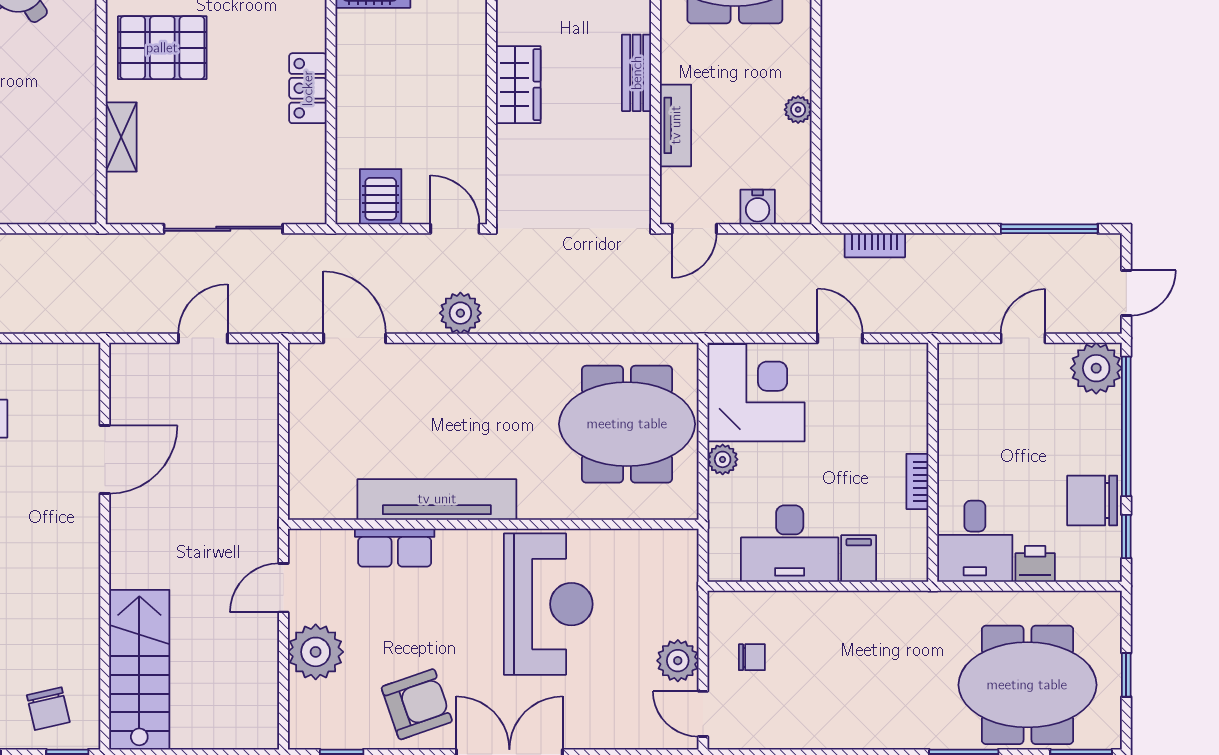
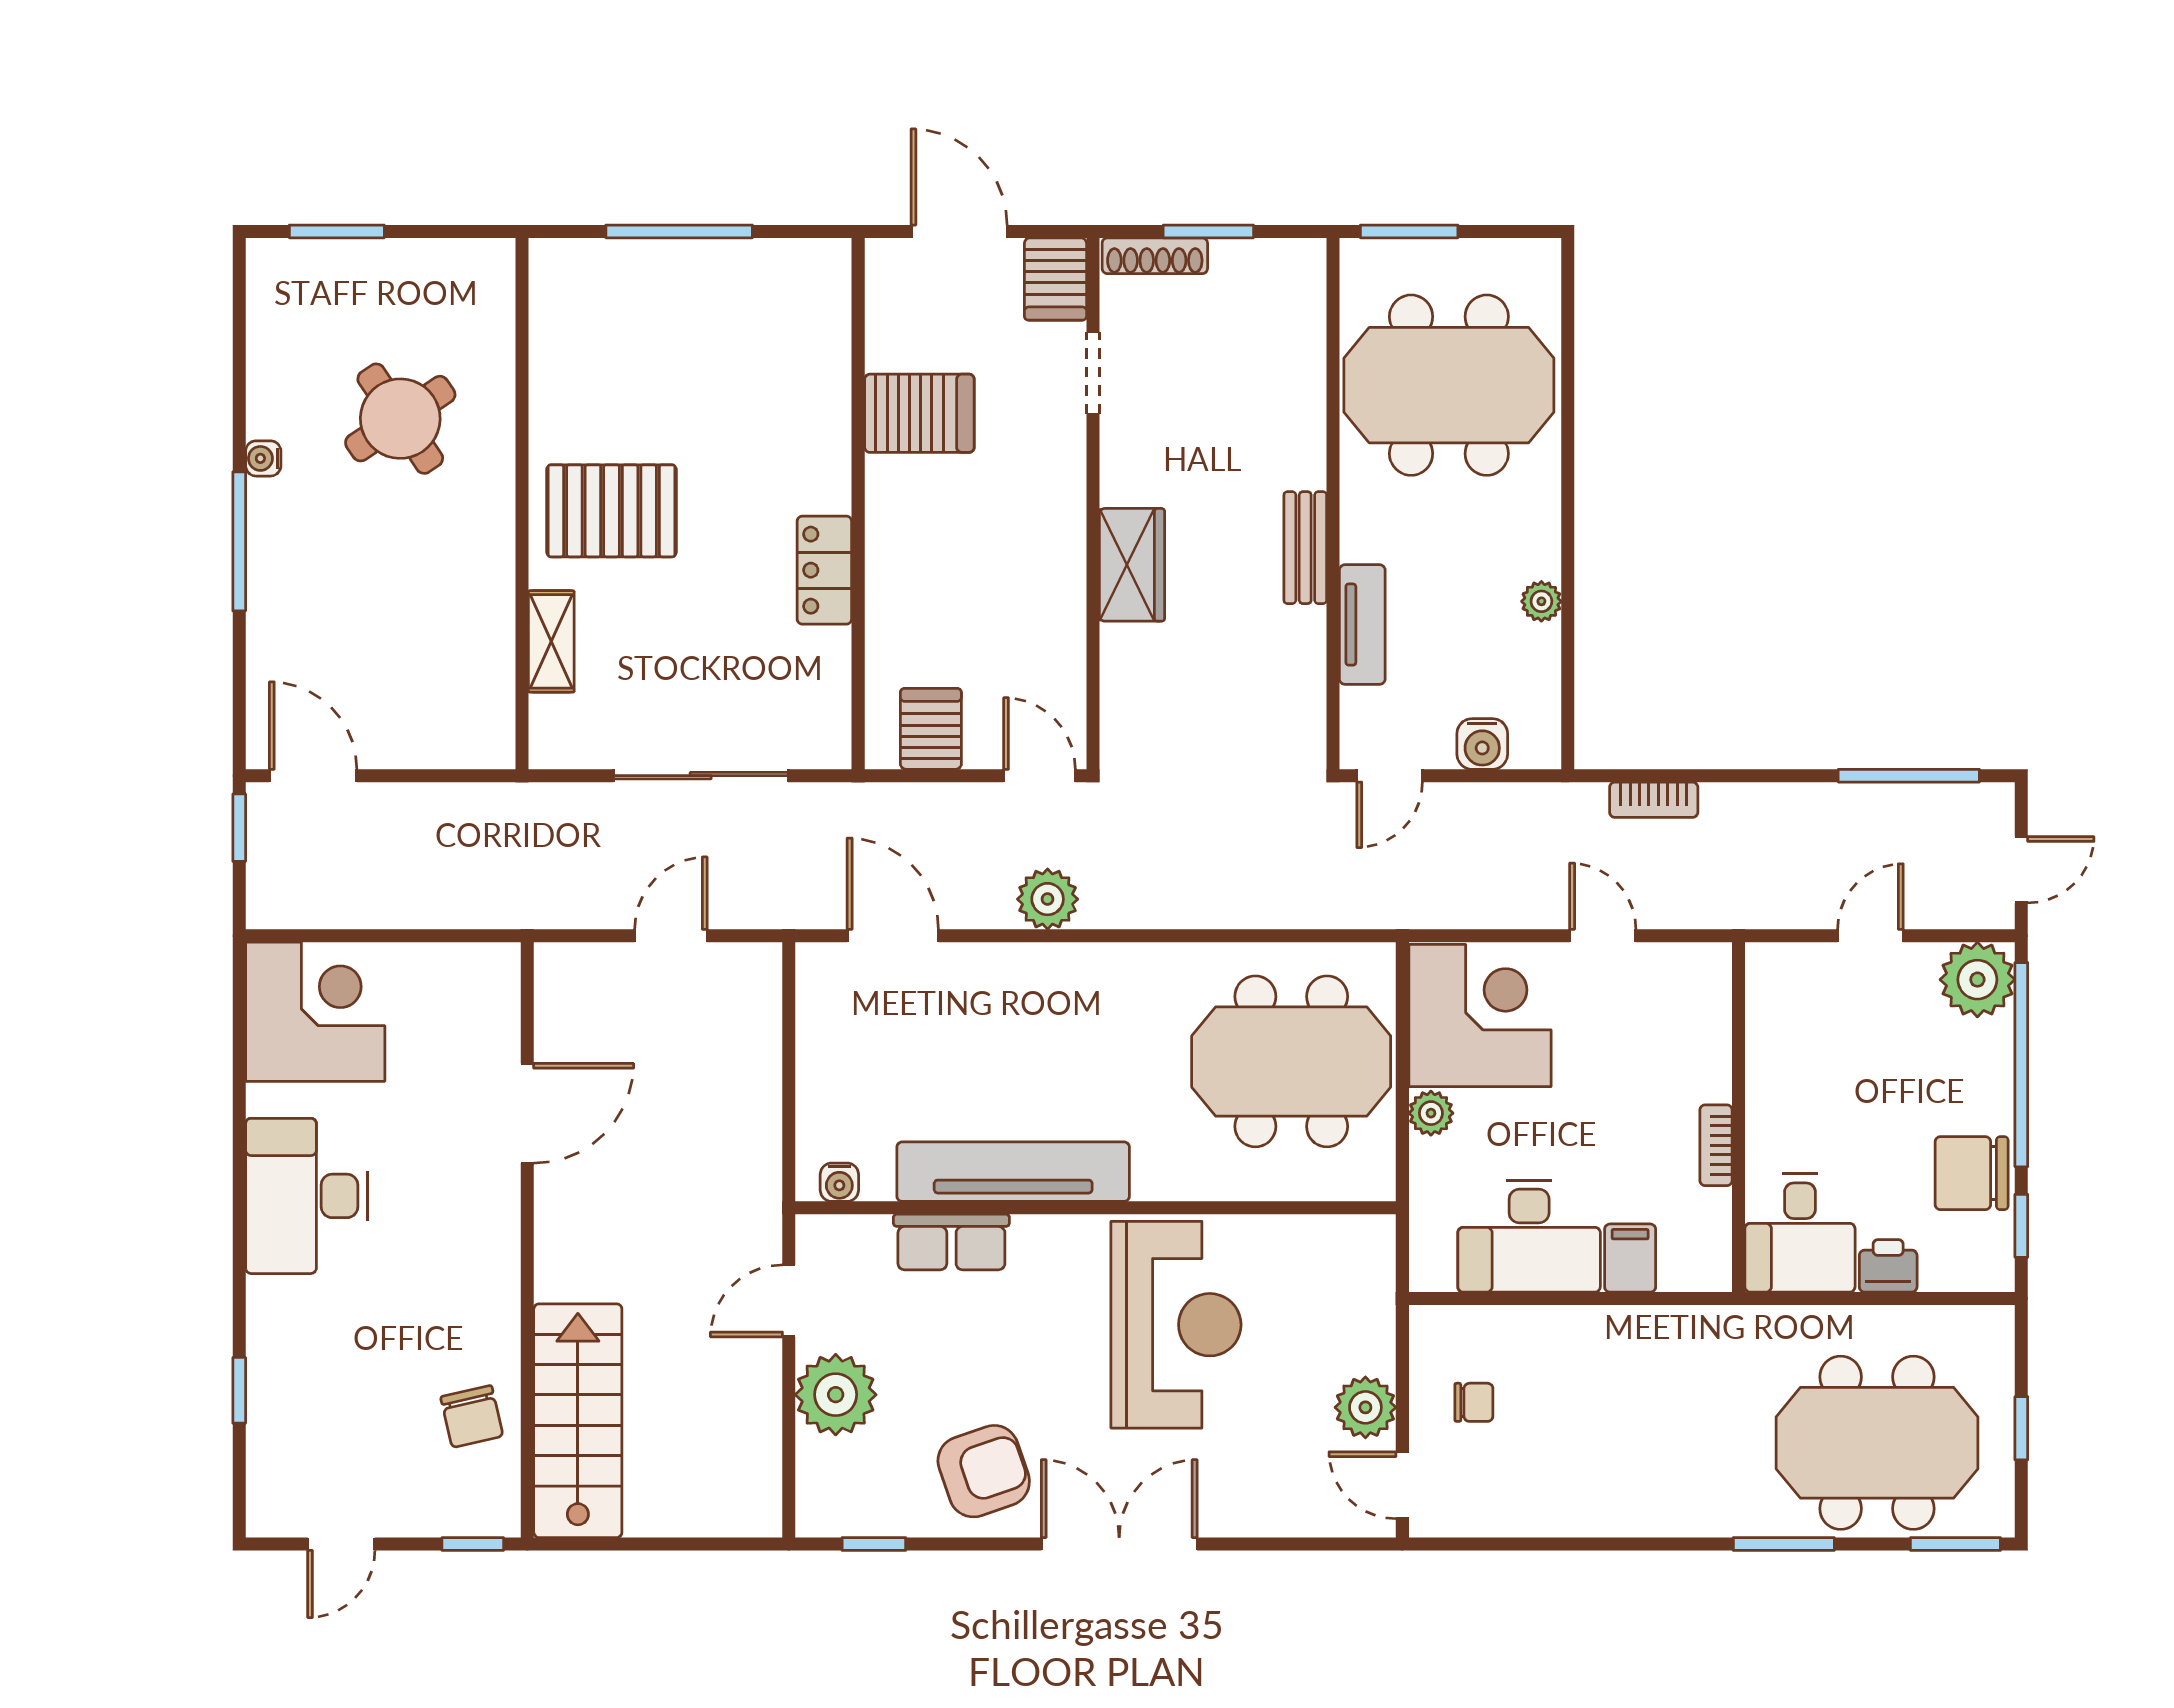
water cooler: (318, 507) -> (839, 1182), added
chair: (48, 709) -> (472, 1416), moved

